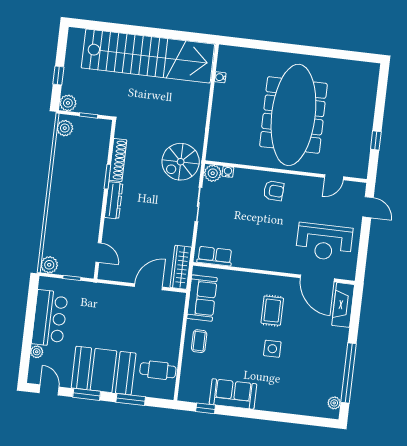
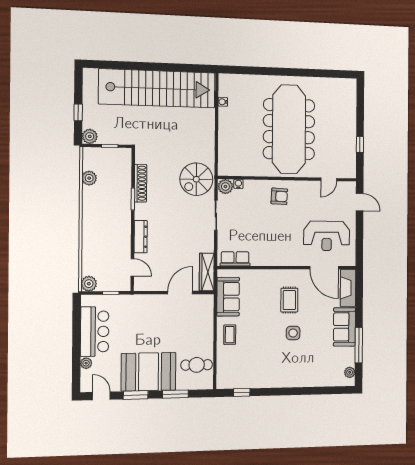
plant: (65, 128) -> (89, 178), moved
dresser: (114, 200) -> (141, 237), moved
window: (349, 373) -> (359, 345), width x0.68
sofa: (233, 394) -> (344, 327), moved, turned -90

